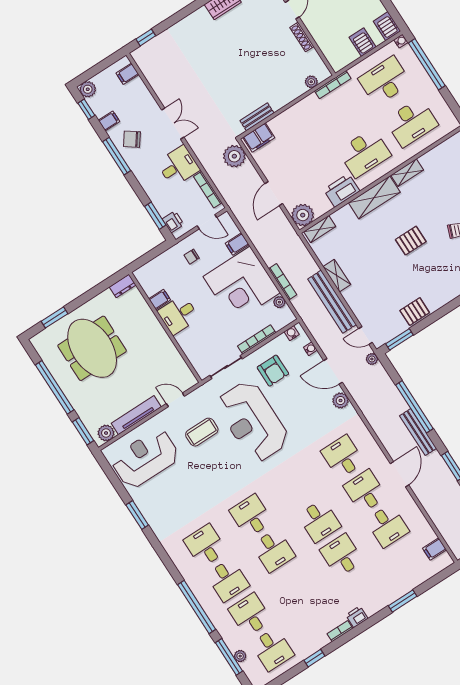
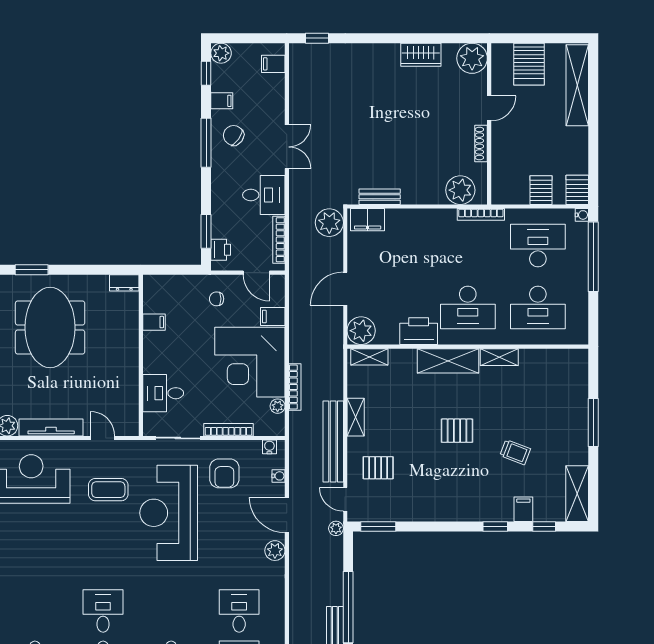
plant: (311, 82) -> (460, 190), width x1.88, depth x1.88
pallet: (415, 312) -> (378, 468), moved
desk: (178, 315) -> (163, 393), moved
desk: (205, 546) -> (35, 611), removed

